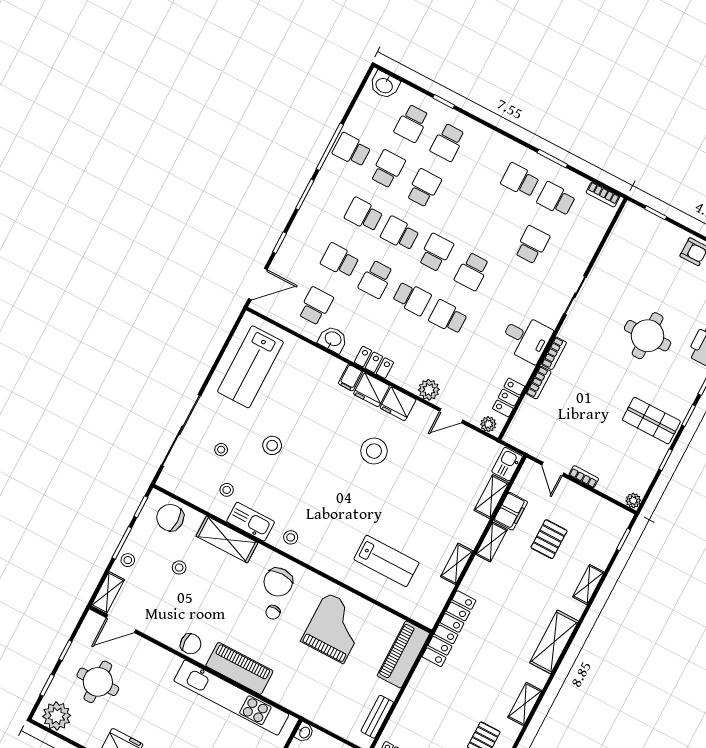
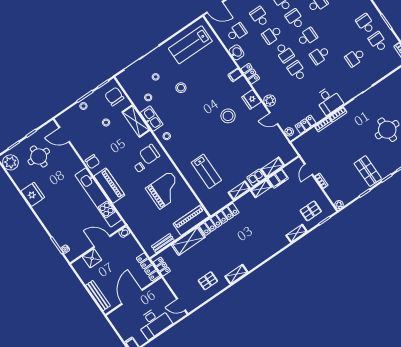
school desk: (532, 245) -> (355, 57), turned 180
fridge: (371, 390) -> (242, 86), removed
kitchen sink: (507, 464) -> (256, 178), moved
pallet: (549, 539) -> (311, 211), moved
shelving: (108, 593) -> (66, 117), removed
shelving: (554, 642) -> (188, 241), moved

